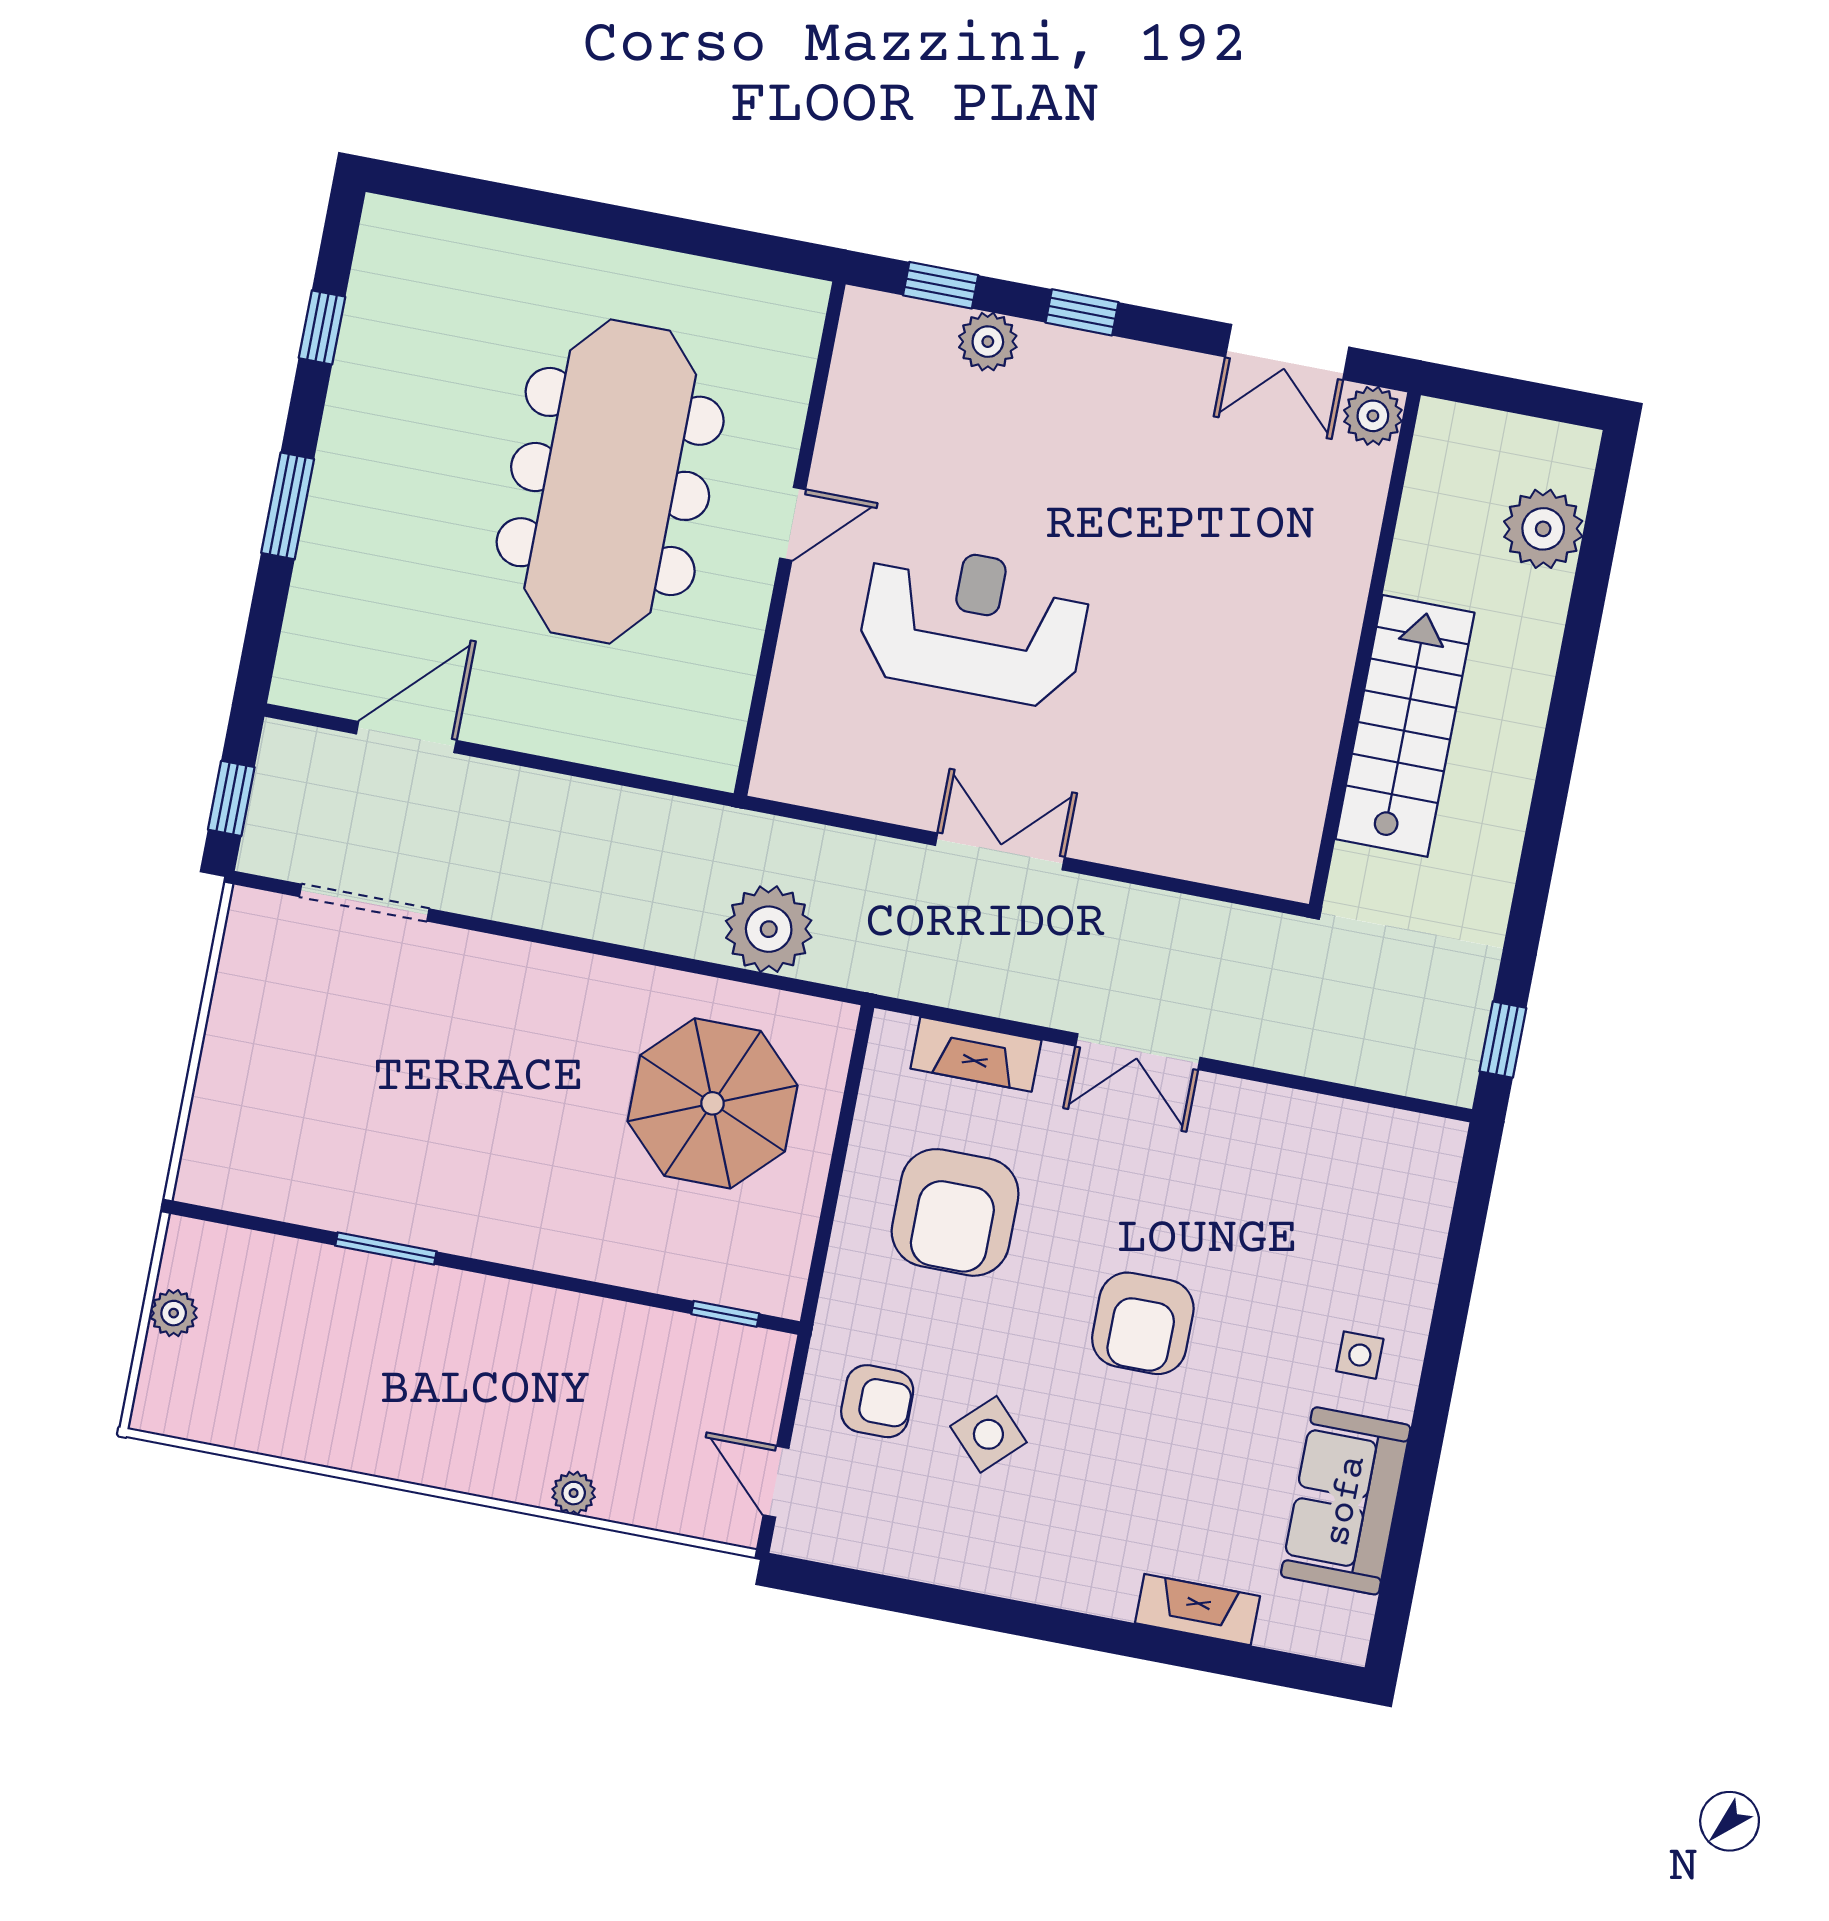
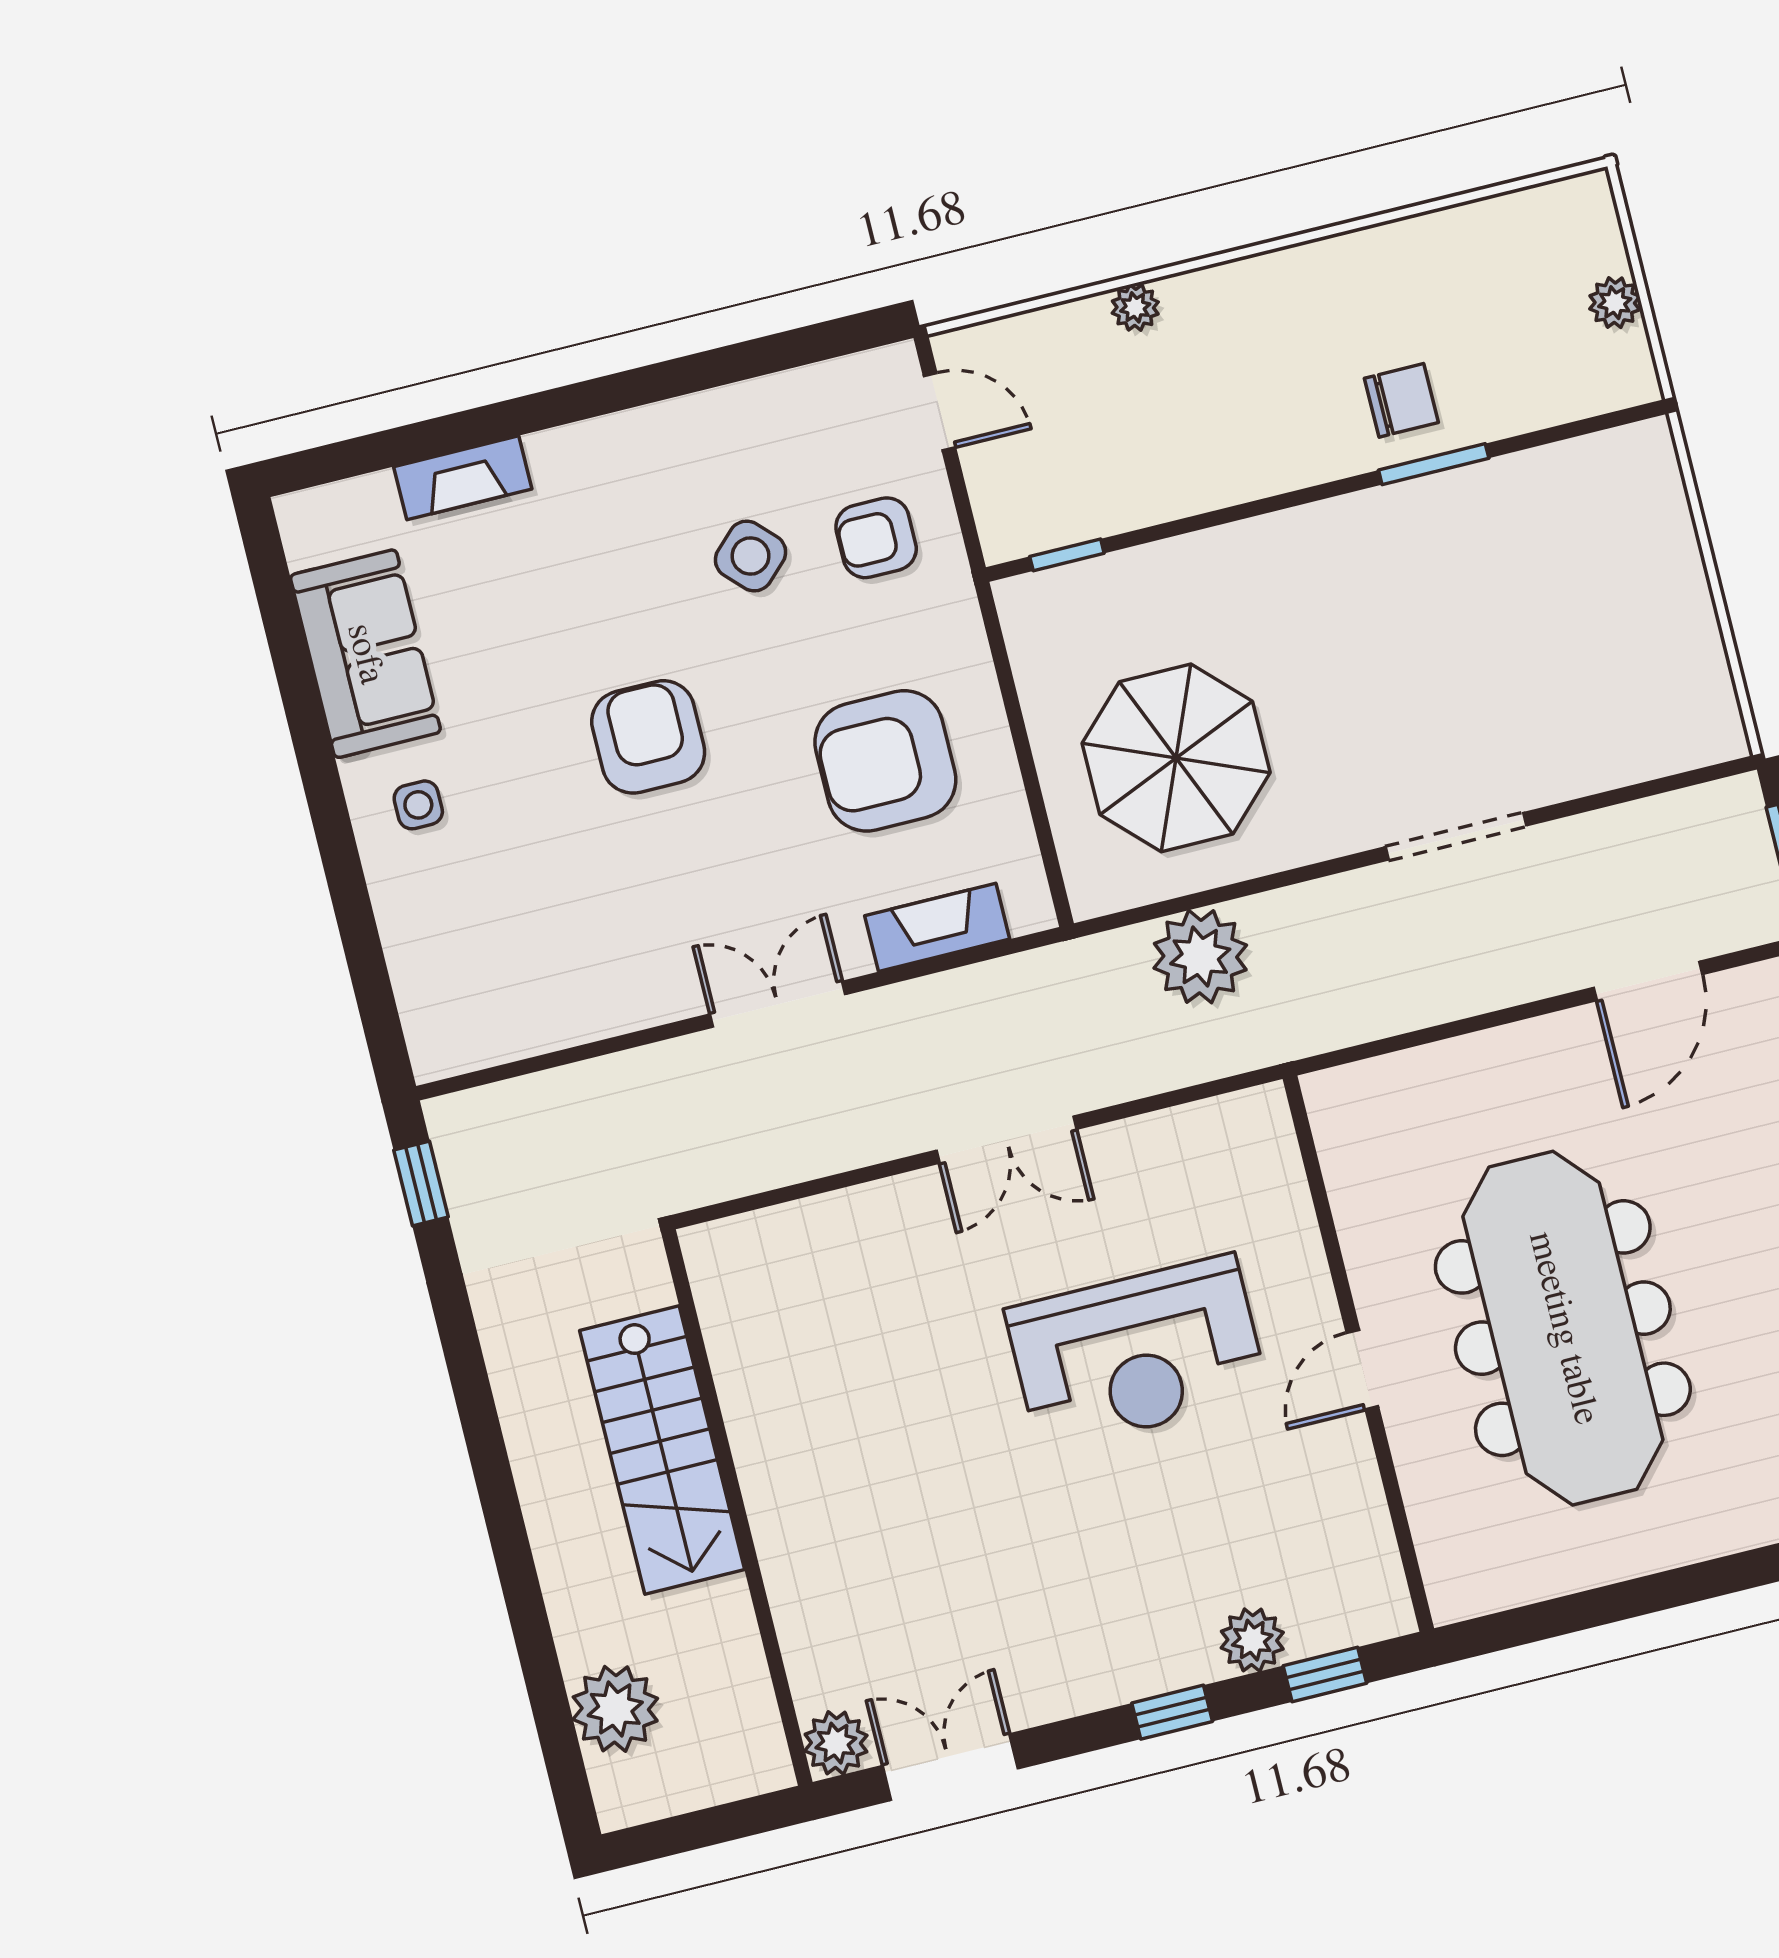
doorway: (364, 903) -> (1456, 836), moved
armchair: (955, 1212) -> (885, 761), turned -90
chair: (388, 1314) -> (1401, 400), added

